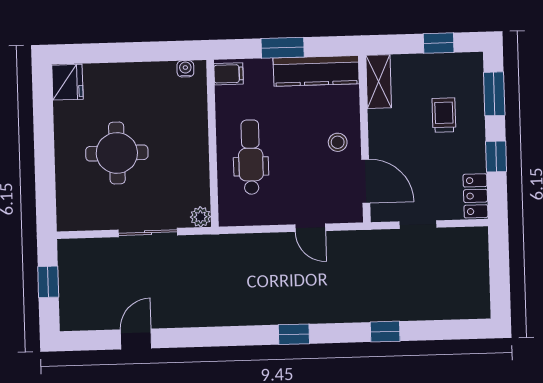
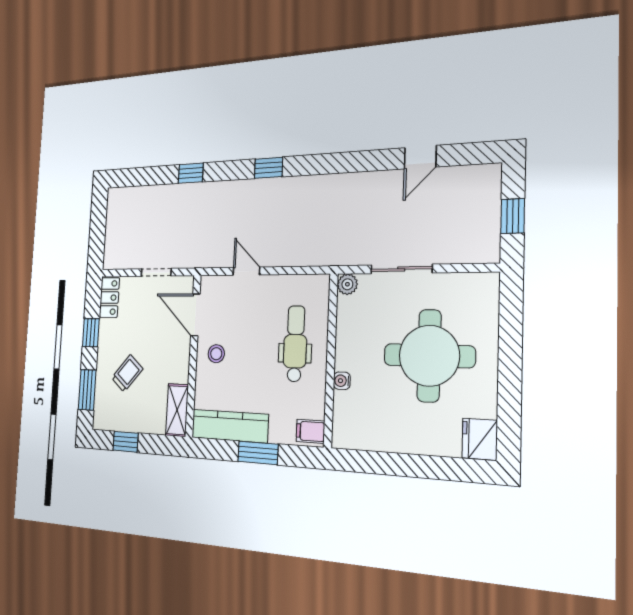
water cooler: (185, 69) -> (342, 381), moved, turned 90
trolley: (444, 115) -> (127, 373), turned -139
round table: (117, 153) -> (429, 356), width x1.36, depth x1.36
dental chair: (251, 157) -> (295, 344), turned 180

